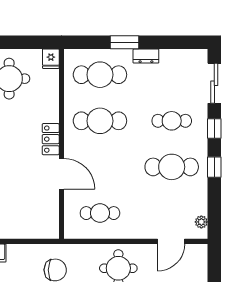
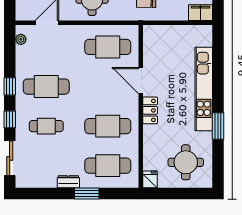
cafe table: (100, 213) -> (108, 47), width x1.37, depth x1.35

